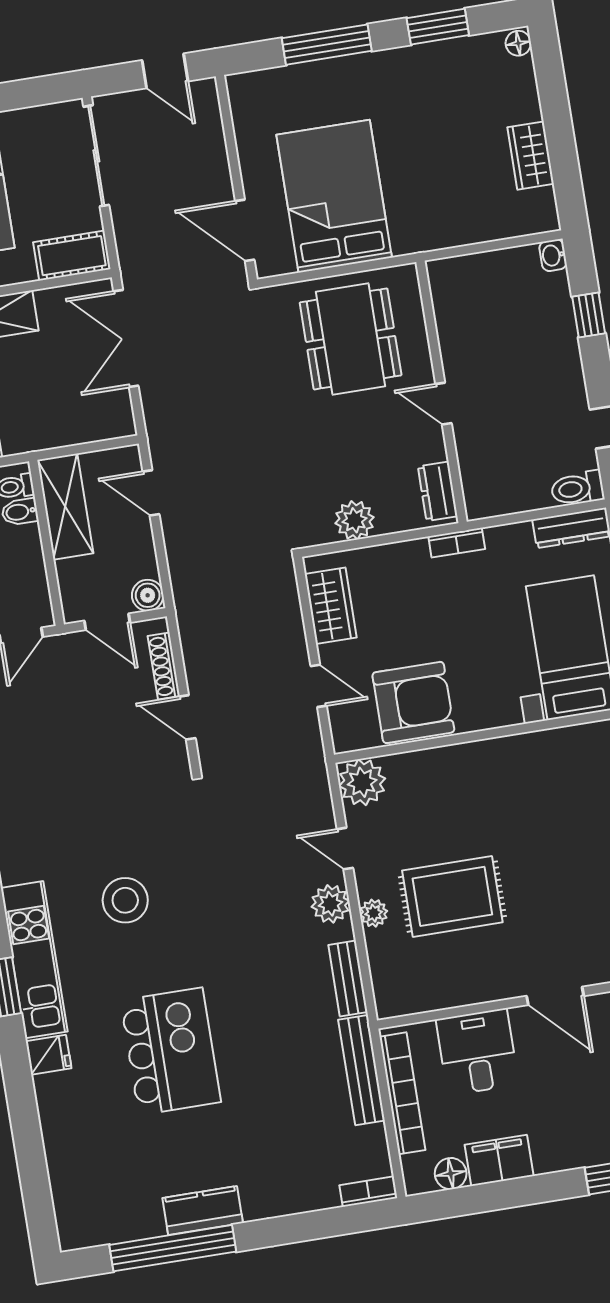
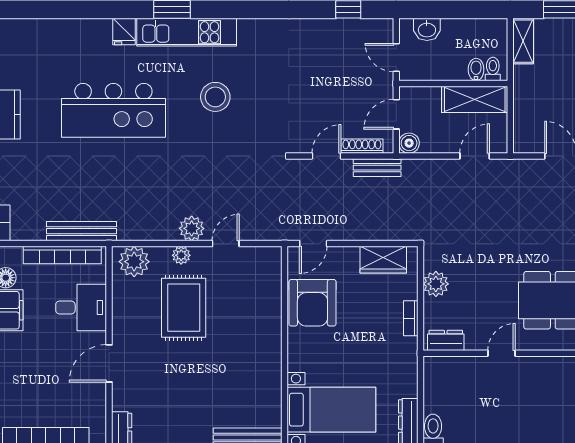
bookcase: (457, 543) -> (411, 318), moved
door: (319, 686) -> (313, 244), moved
plant: (362, 782) -> (134, 262), moved
bench: (348, 978) -> (377, 168), moved
kitchen island: (171, 1051) -> (113, 110), width x1.37

